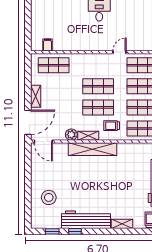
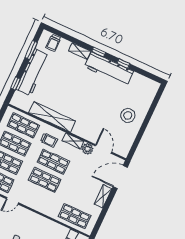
door: (43, 142) -> (103, 149), moved
shelving: (92, 149) -> (52, 117), moved
stool: (49, 197) -> (128, 115), moved
window: (52, 231) -> (99, 52), moved

